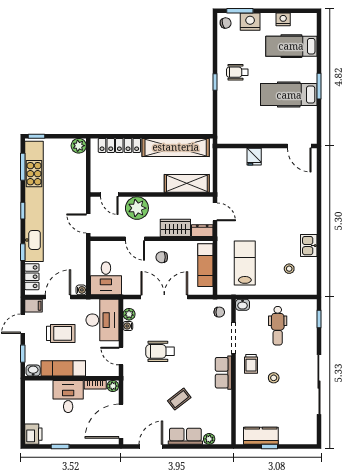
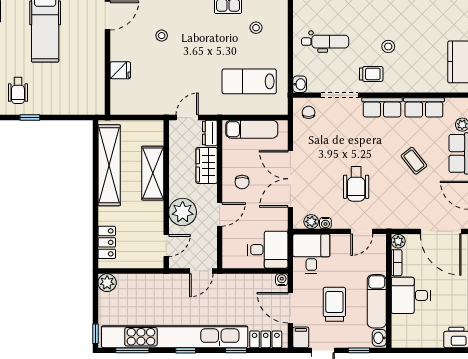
locker: (119, 145) -> (107, 242), width x0.66
shelving: (187, 183) -> (153, 173), moved
stool: (283, 191) -> (162, 36), added
desk: (103, 320) -> (311, 254), width x0.73
row of seats: (223, 407) -> (424, 107), added

